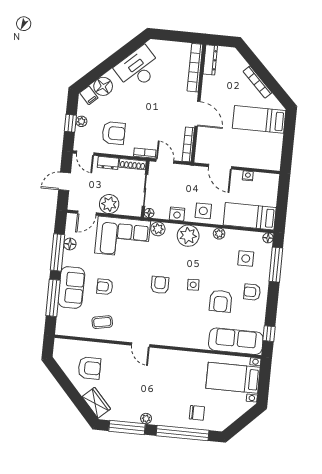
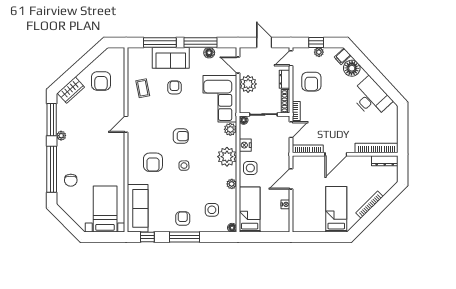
window: (276, 265) -> (185, 237), moved
armchair: (221, 301) -> (153, 162), moved, turned -90

